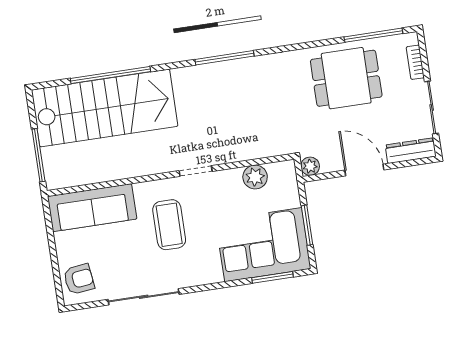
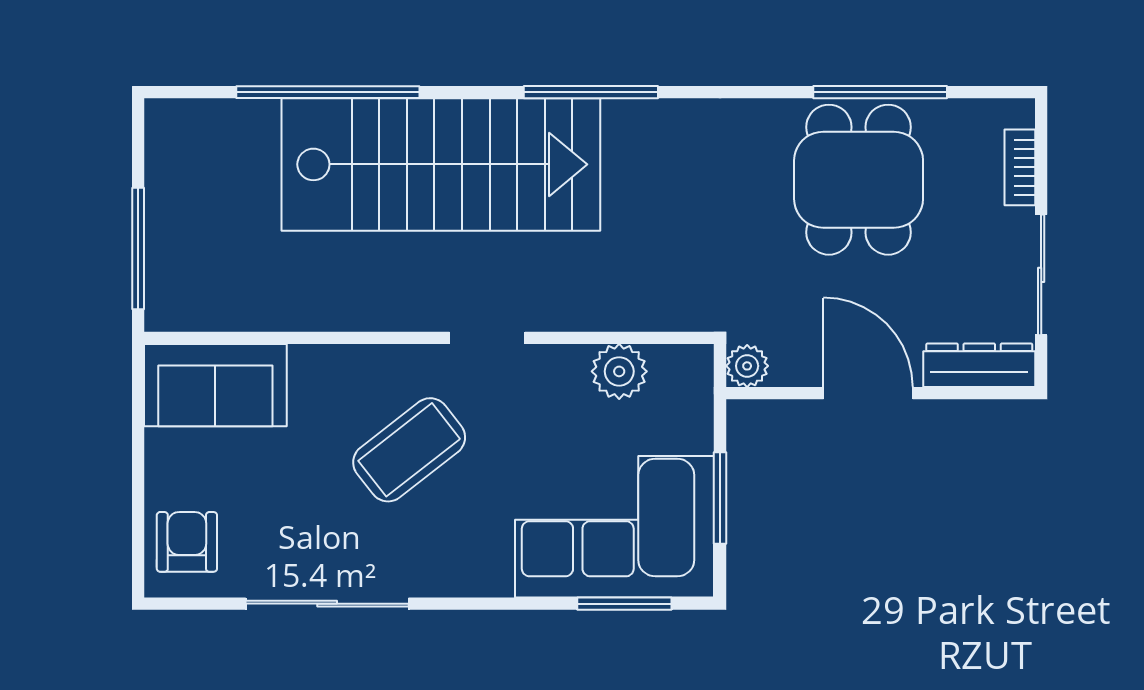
window: (373, 35) -> (880, 92), moved
dining table: (346, 78) -> (859, 180), turned 90
stairs: (105, 108) -> (441, 164), moved
sofa: (92, 208) -> (215, 385), width x0.73
coffee table: (169, 225) -> (409, 450), turned 52
armchair: (79, 279) -> (187, 542), turned -83

